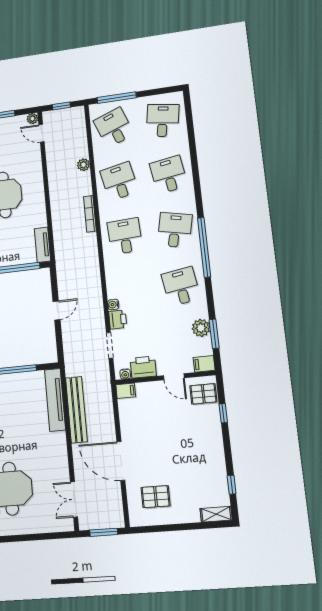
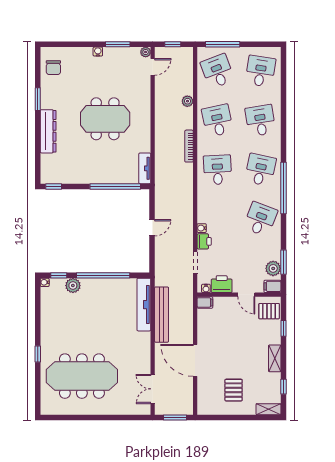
door: (41, 133) -> (153, 67), swing flipped
desk: (181, 286) -> (260, 219), turned 30
plant: (201, 328) -> (273, 268), moved
shelving: (217, 451) -> (275, 358), added
pallet: (156, 497) -> (234, 390), moved, turned 90

